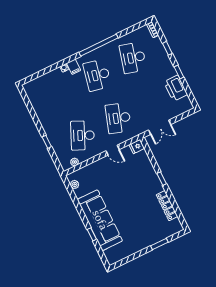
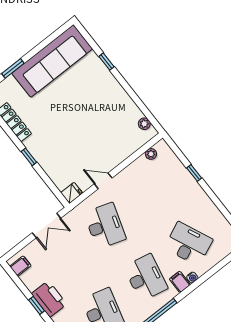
printer: (176, 88) -> (49, 299), moved
filing cabinet: (184, 102) -> (20, 266), added
double door: (160, 127) -> (46, 226), swing flipped
desk: (83, 135) -> (188, 244), moved, turned -48
sofa: (100, 220) -> (52, 61), moved, turned -90

